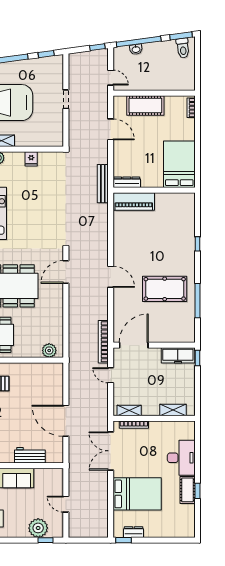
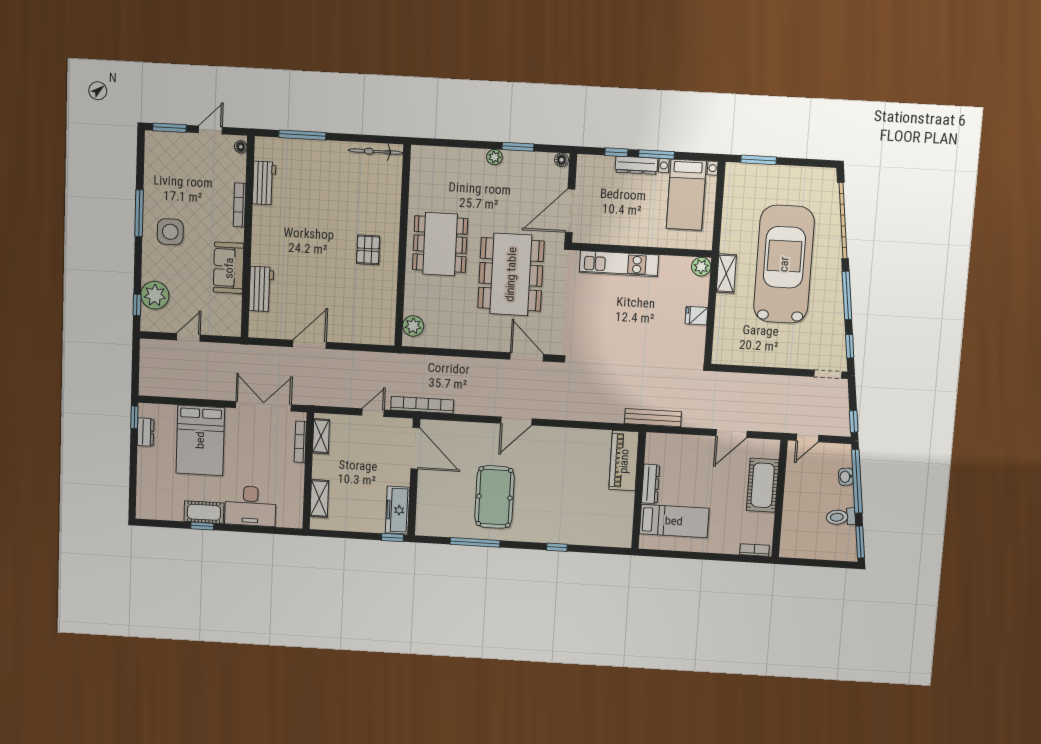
toilet: (183, 48) -> (841, 517), moved
doorway: (66, 99) -> (828, 374), moved
bed: (179, 164) -> (674, 521), width x0.67
dresser: (127, 182) -> (651, 484), moved
door: (66, 421) -> (309, 344), width x0.73

